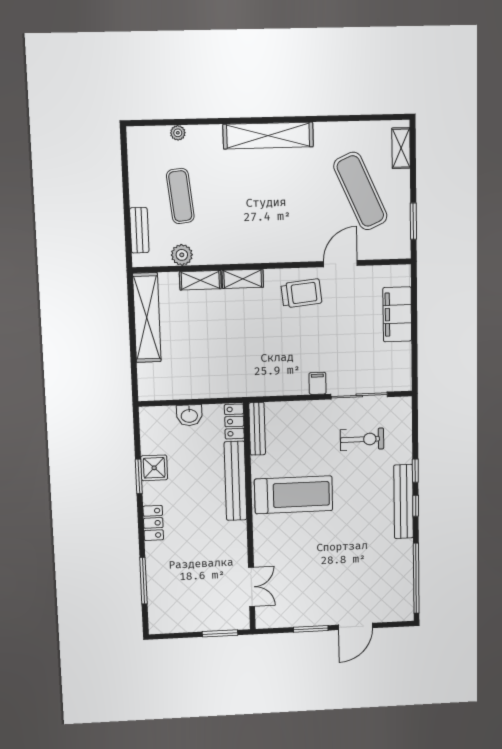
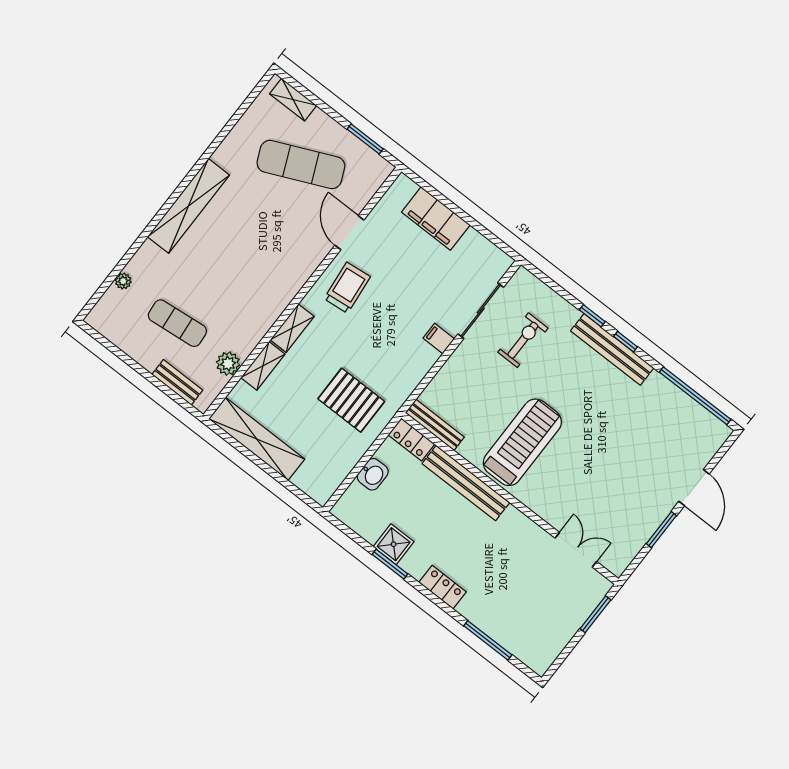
pallet: (227, 360) -> (351, 400), added

